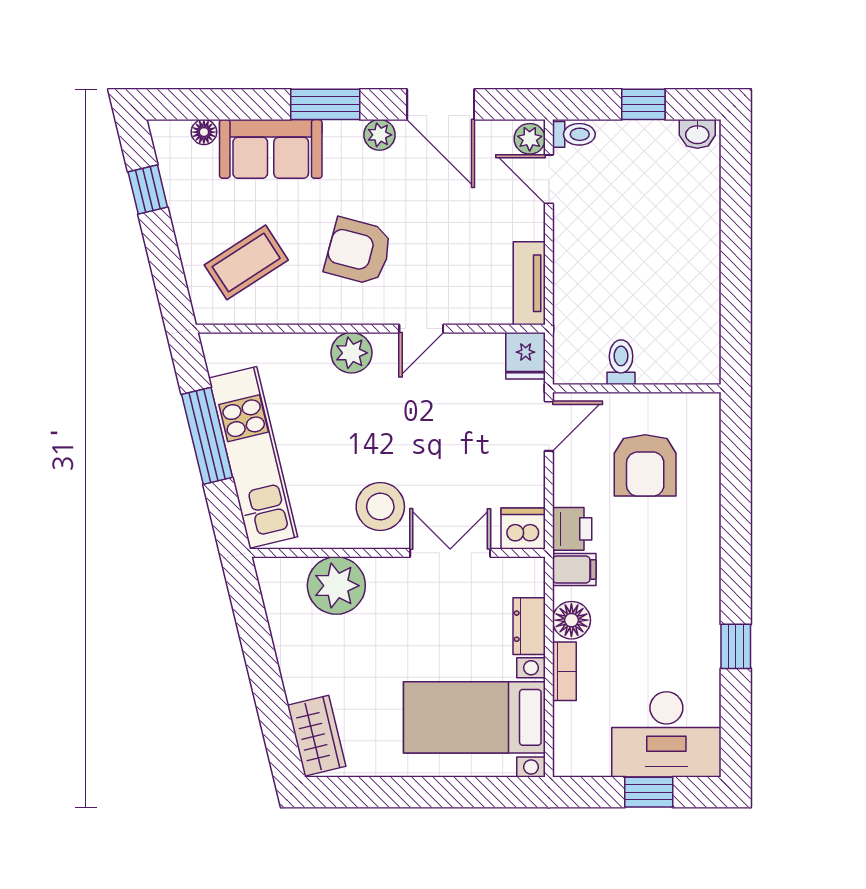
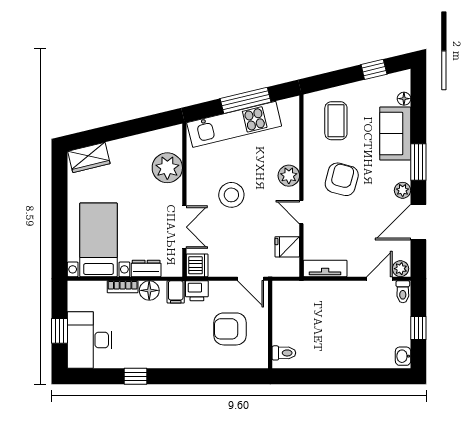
coffee table: (246, 262) -> (336, 121), turned 33
fridge: (526, 356) -> (287, 247), moved
toilet: (621, 362) -> (284, 353), moved
stool: (380, 507) -> (231, 195), moved

